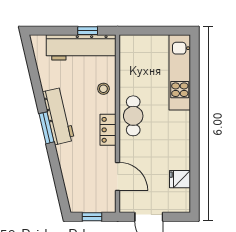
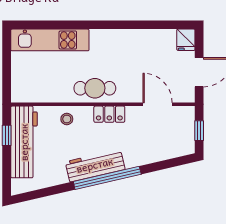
window: (46, 128) -> (107, 178), width x2.11
door: (118, 176) -> (158, 104), hinge flipped
fridge: (180, 179) -> (186, 40), moved

